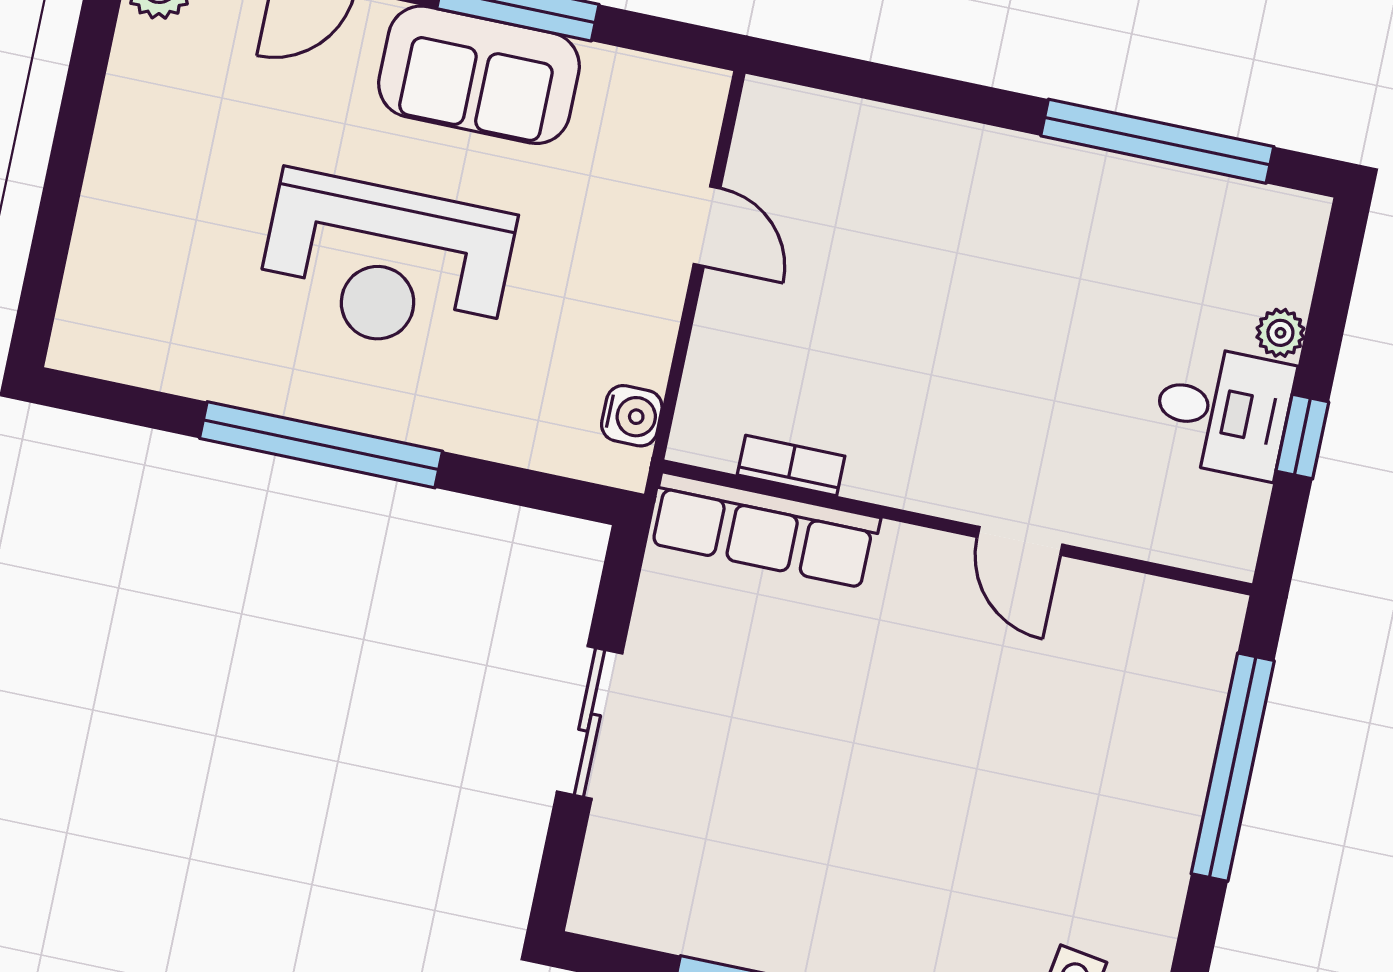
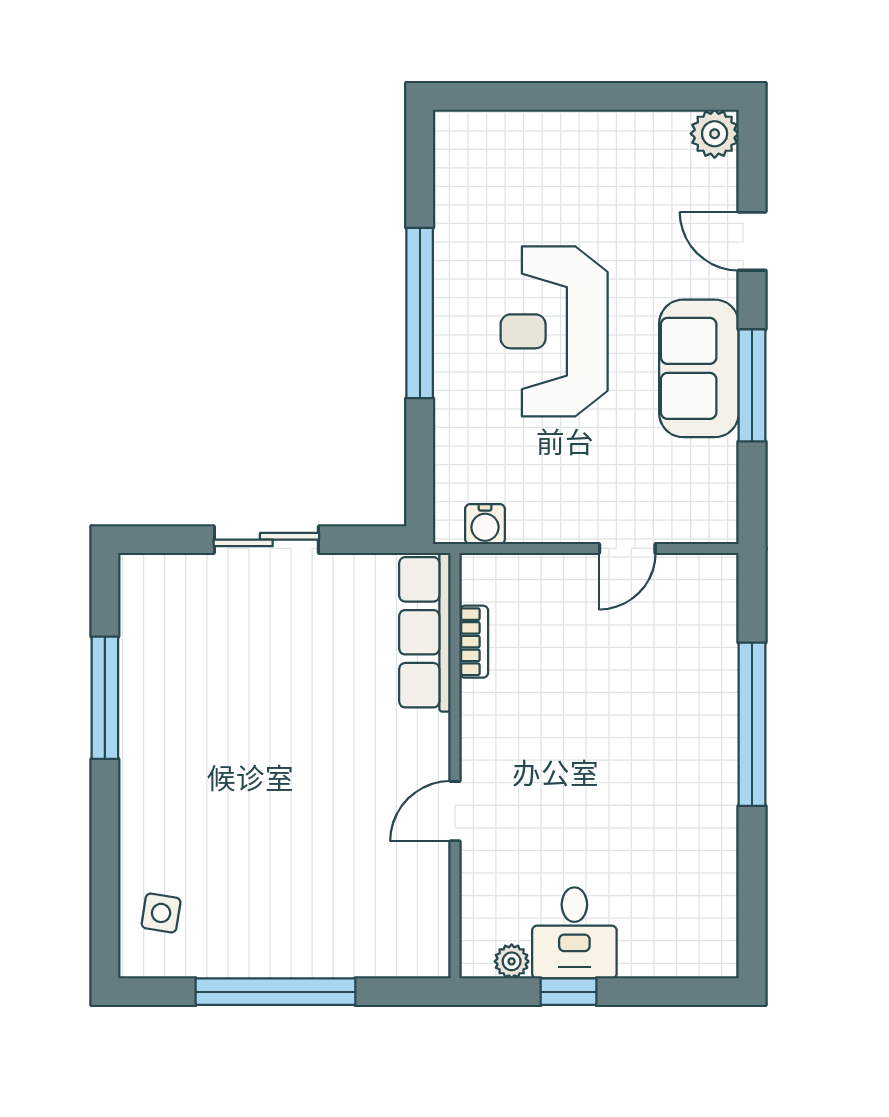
window: (1157, 141) -> (752, 724), moved
plant: (1280, 333) -> (512, 961), moved
window: (1233, 767) -> (275, 992), moved

